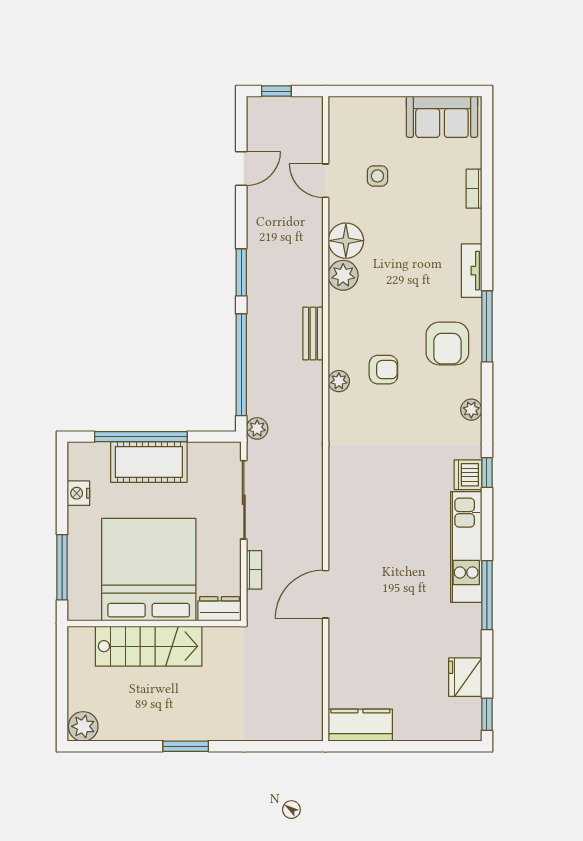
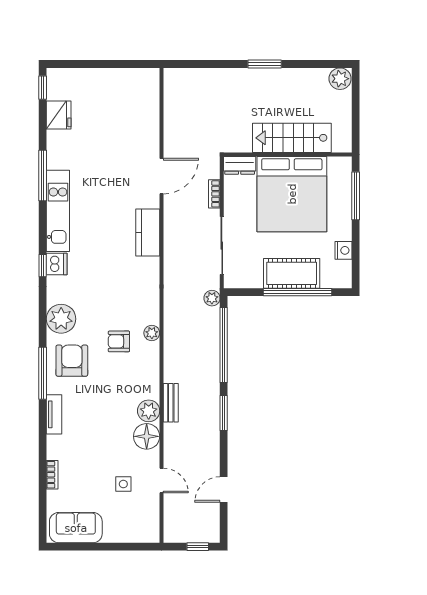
bench: (313, 334) -> (171, 403), moved
plant: (471, 410) -> (61, 319), width x1.87, depth x1.87
kitchen counter: (360, 725) -> (148, 233), moved, turned 90

